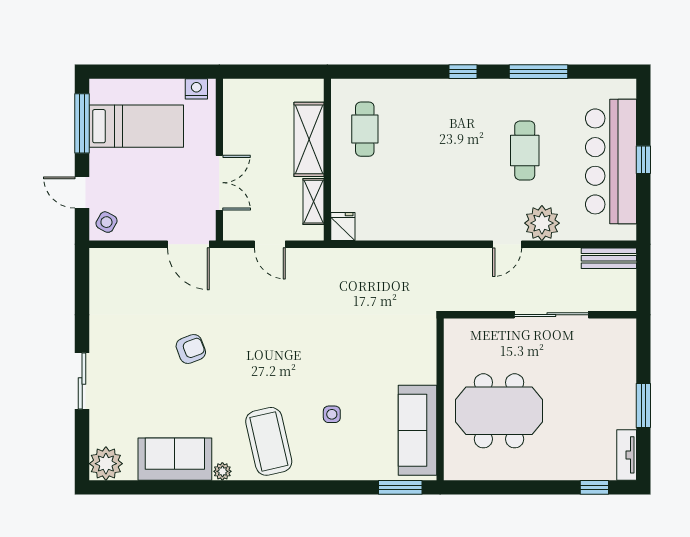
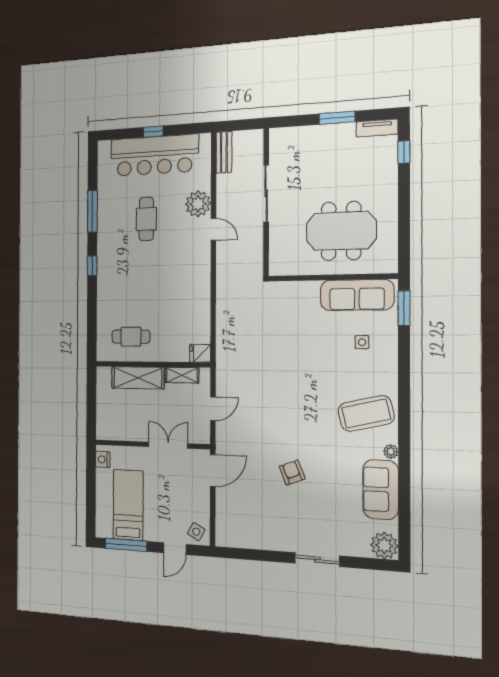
cafe table: (525, 150) -> (146, 219), turned 90
meeting table: (499, 411) -> (341, 231), turned 90
side table: (332, 414) -> (362, 342), moved

